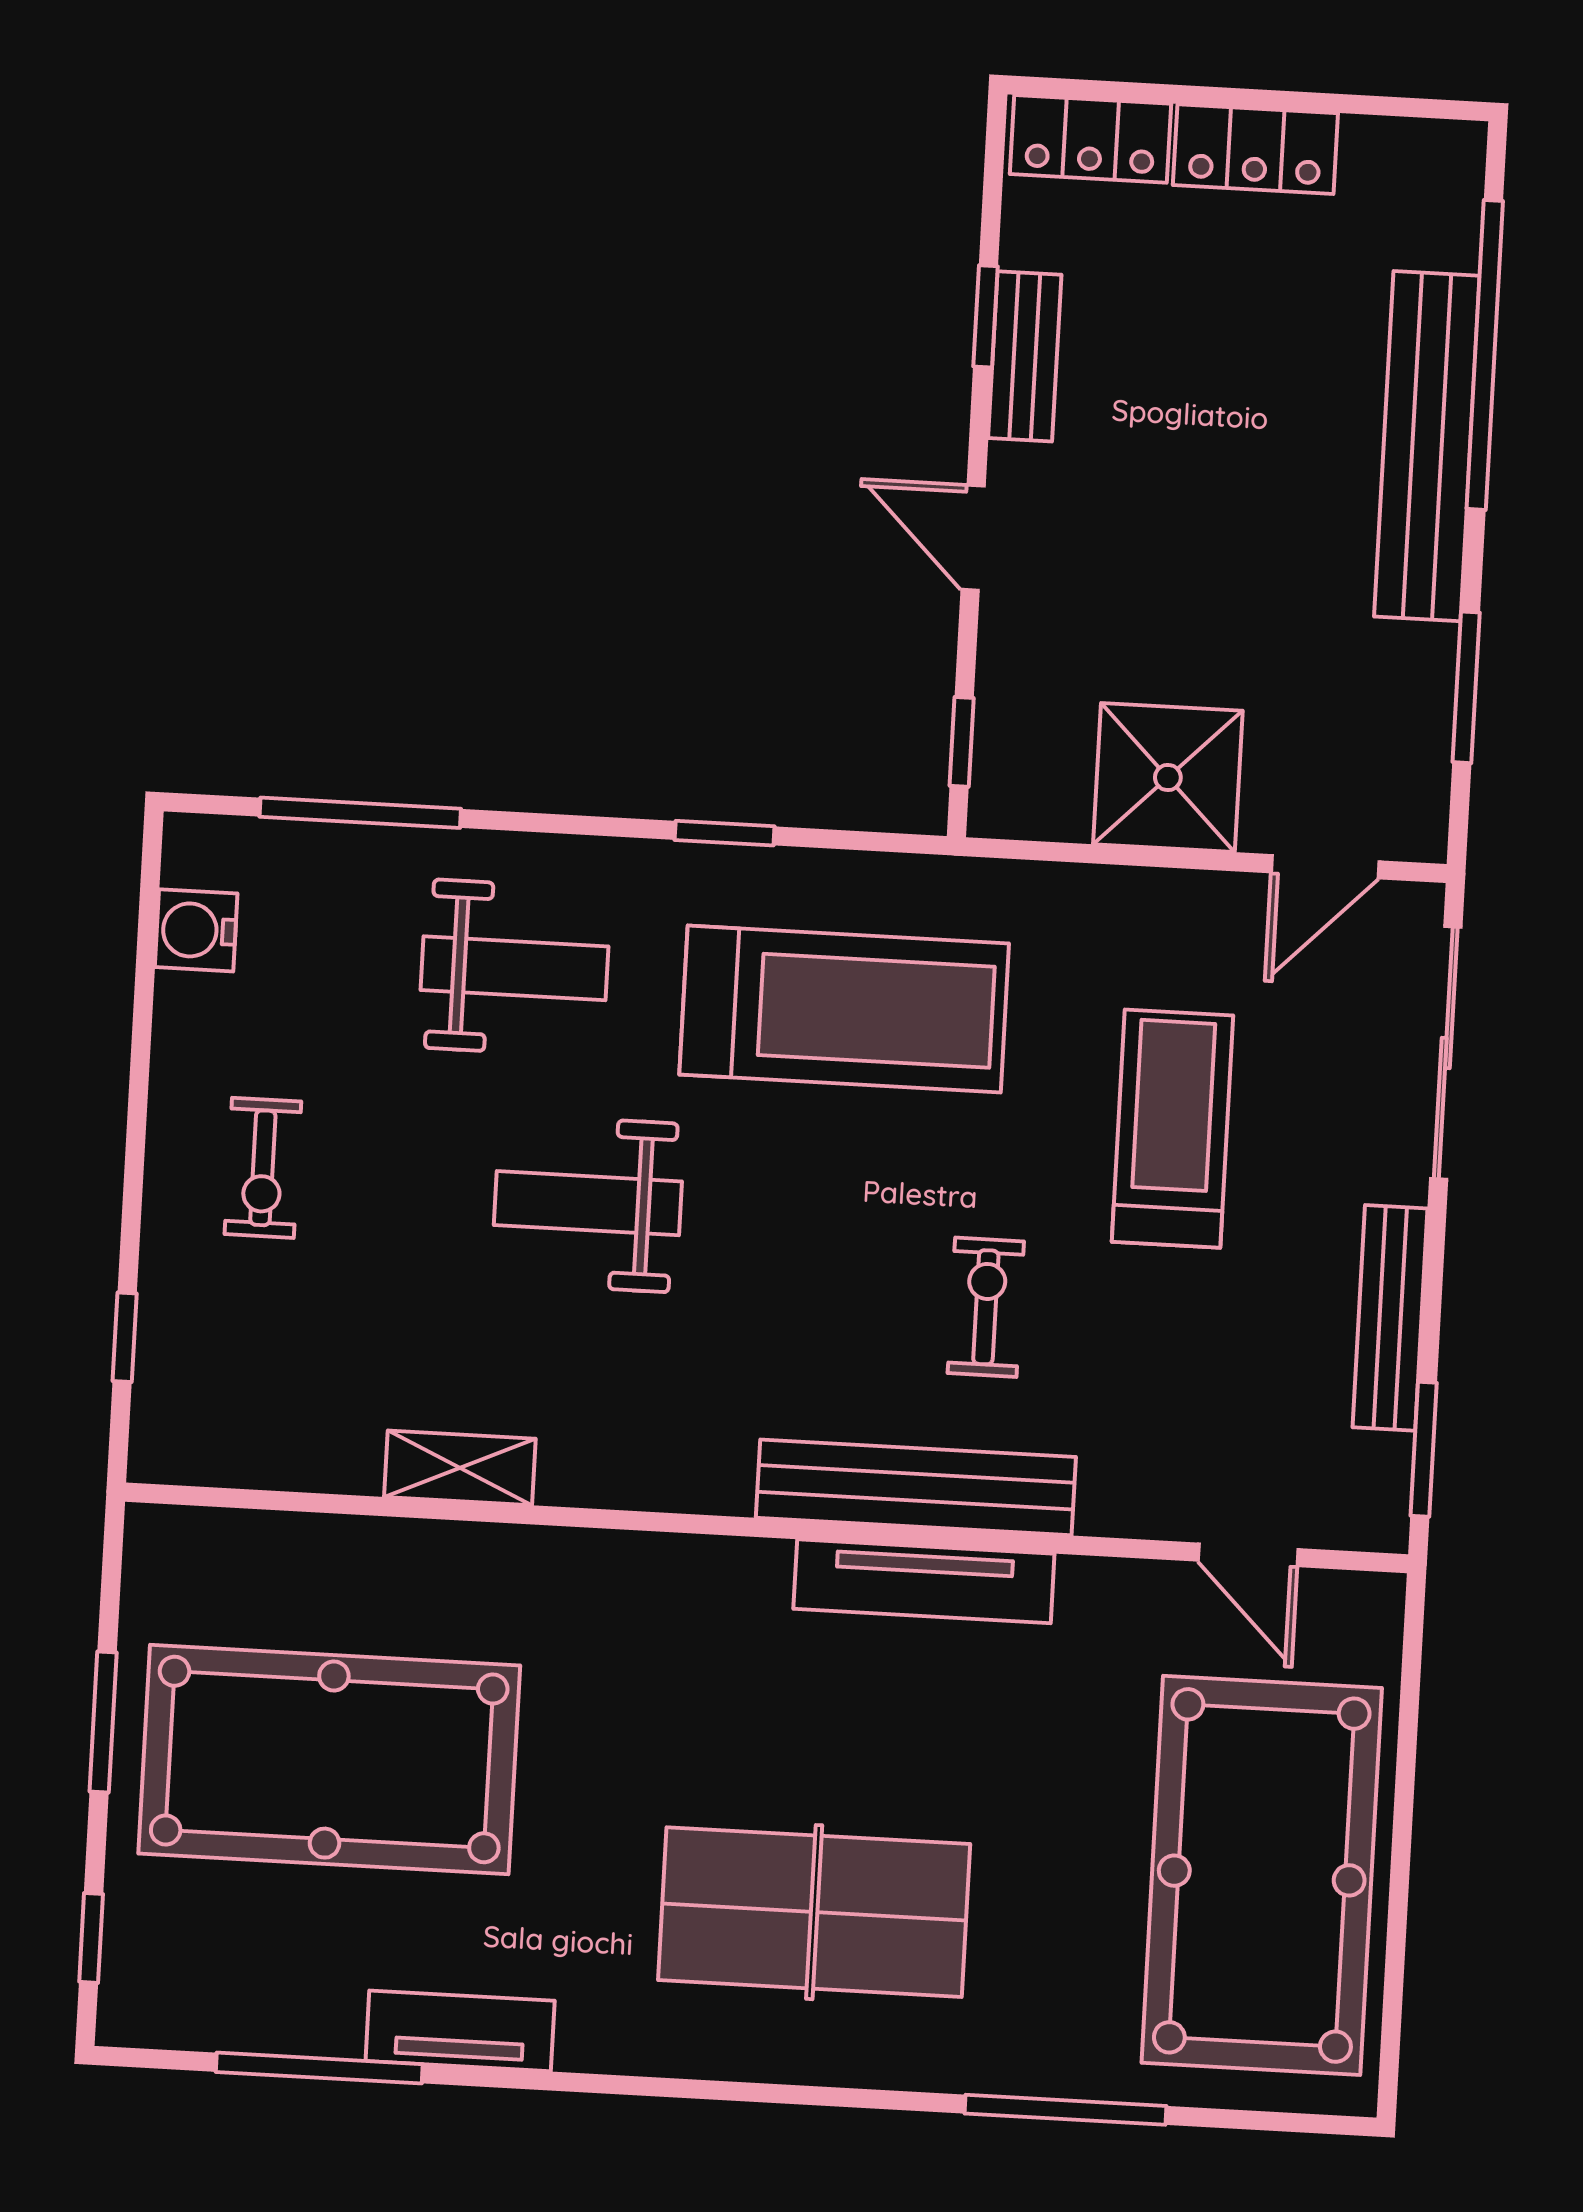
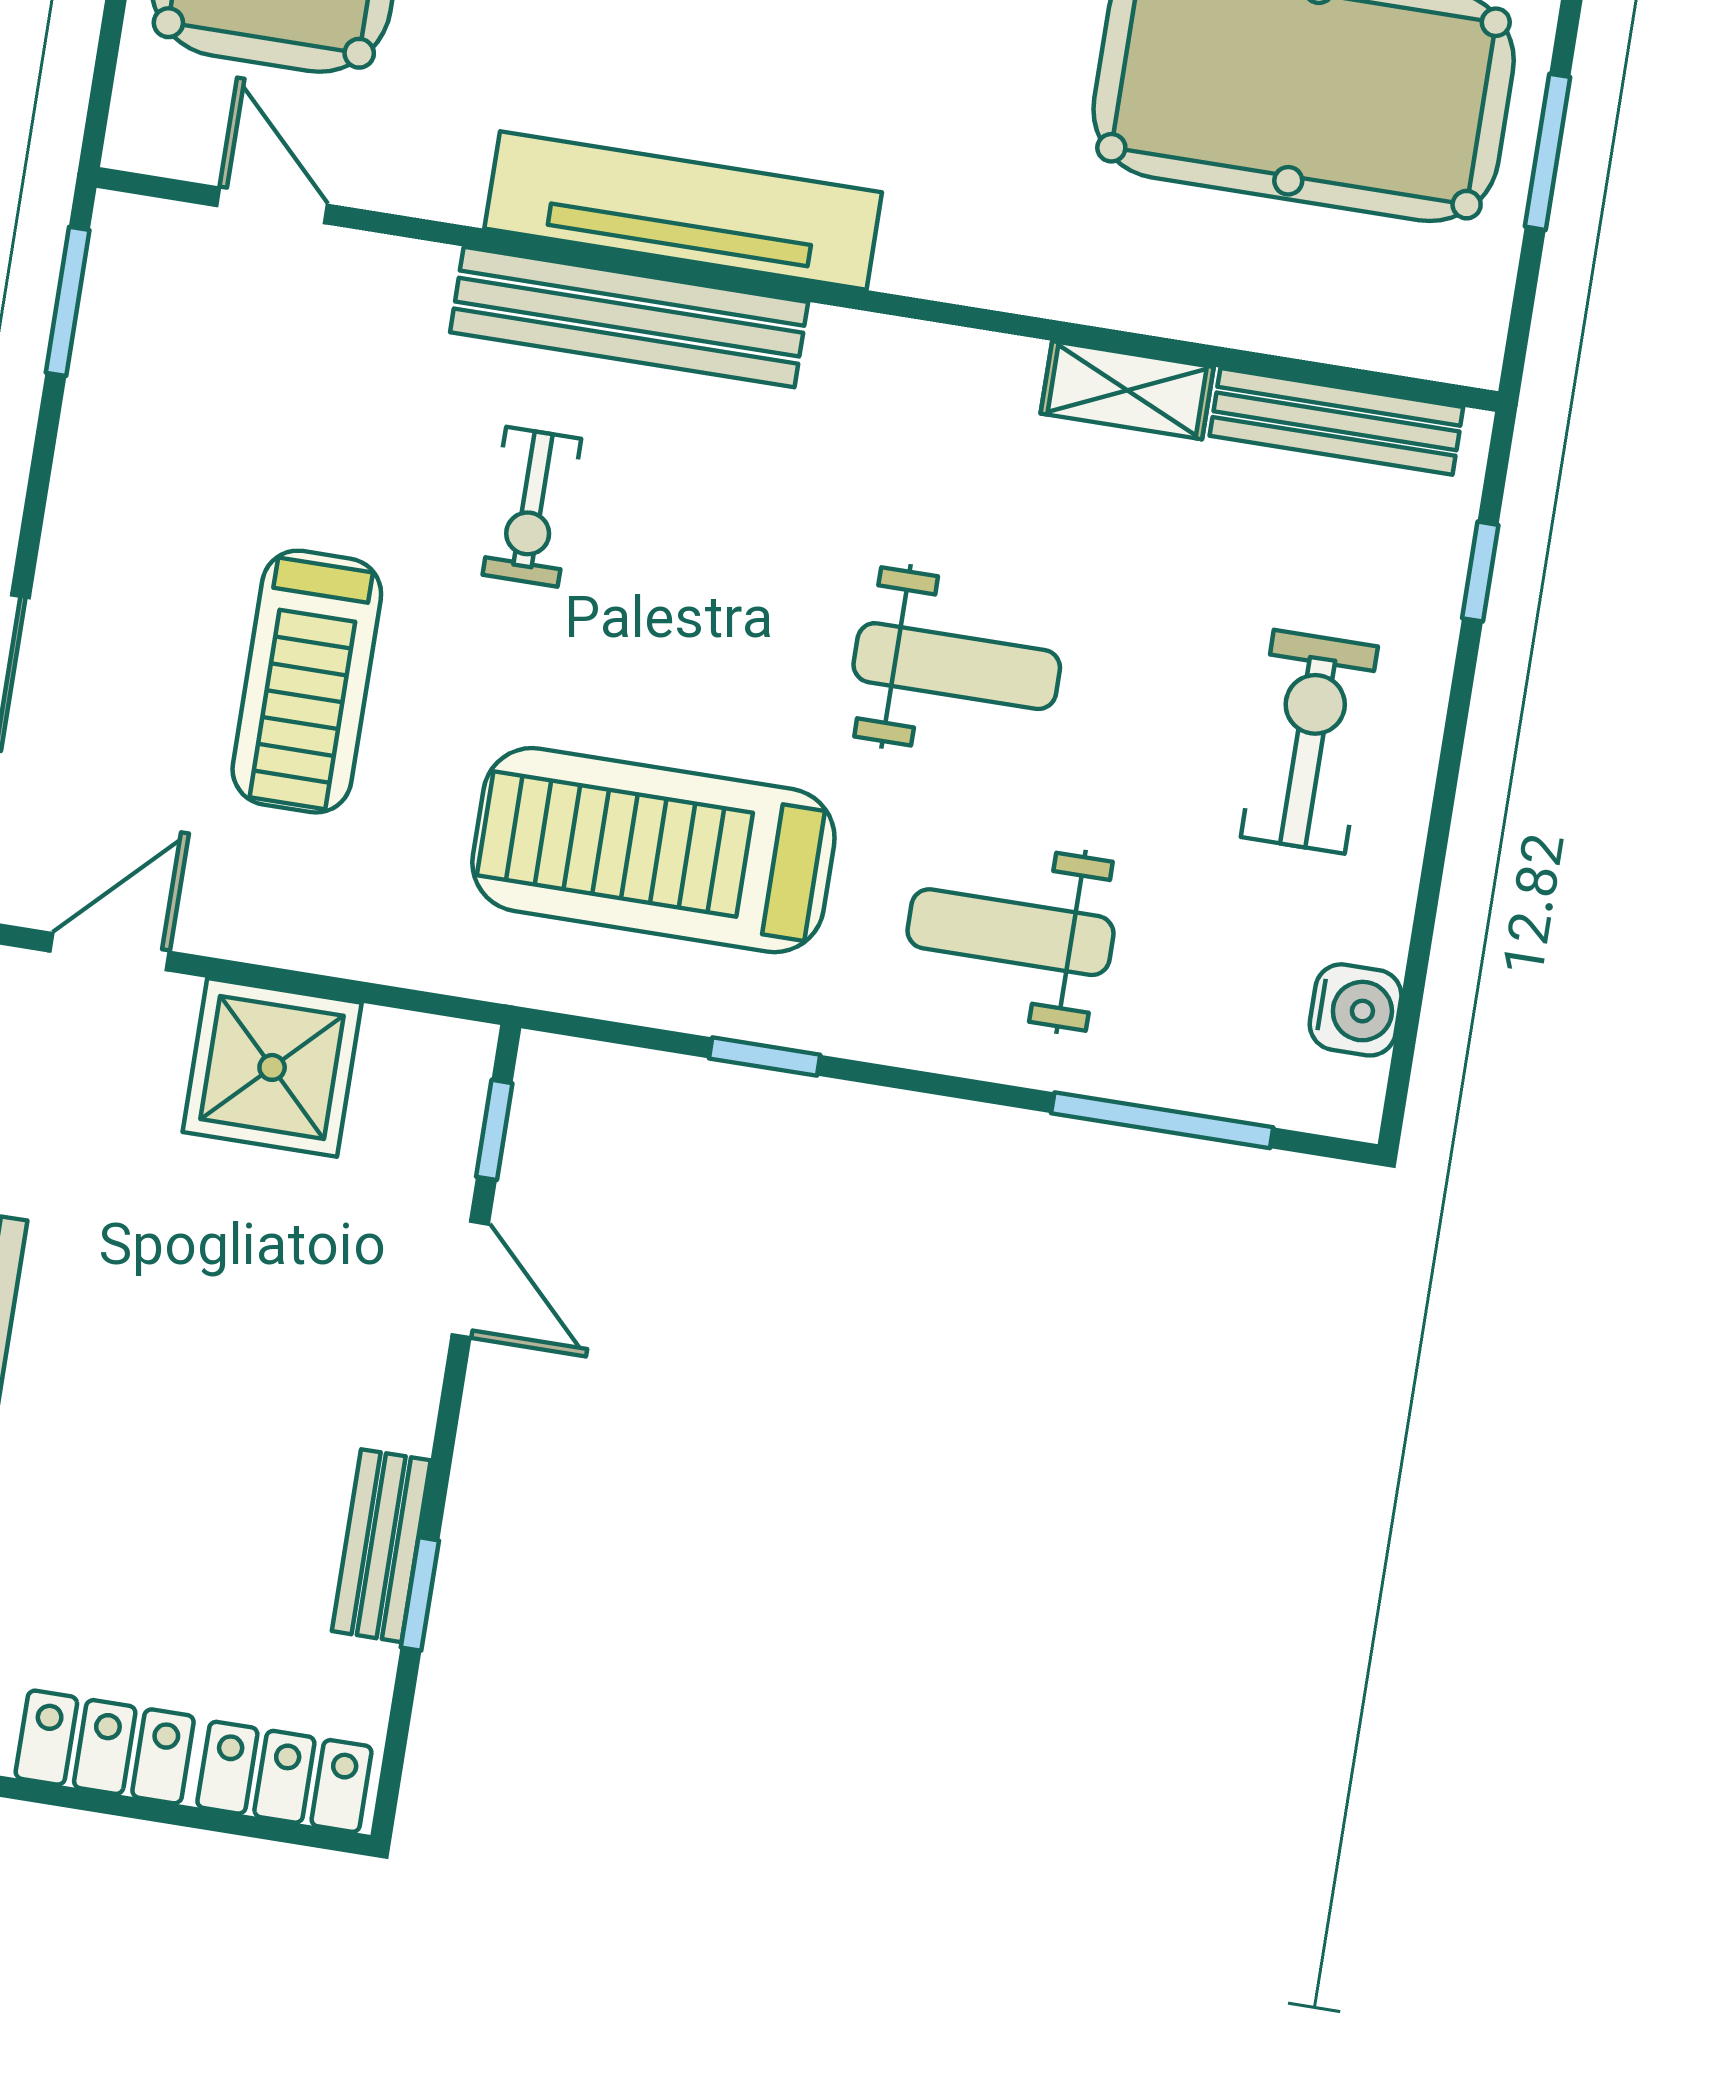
door: (973, 538) -> (470, 1279), moved
exercise bike: (263, 1168) -> (1309, 742), width x1.38, depth x1.39
bench: (1390, 1318) -> (1336, 421), moved, turned 90
tv unit: (924, 1581) -> (683, 210), width x1.36, depth x1.29

